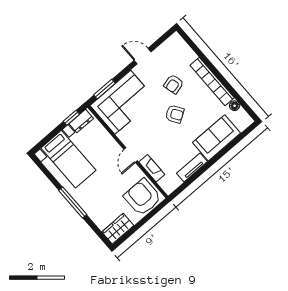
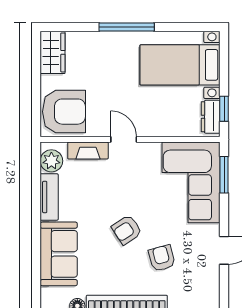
plant: (173, 182) -> (51, 161), added

